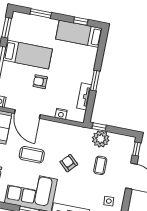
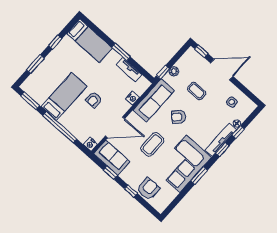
window: (81, 21) -> (55, 42), moved
bed: (79, 34) -> (90, 41), moved, turned -90
sofa: (70, 133) -> (154, 100), added
plant: (101, 139) -> (174, 71), width x0.53, depth x0.53

